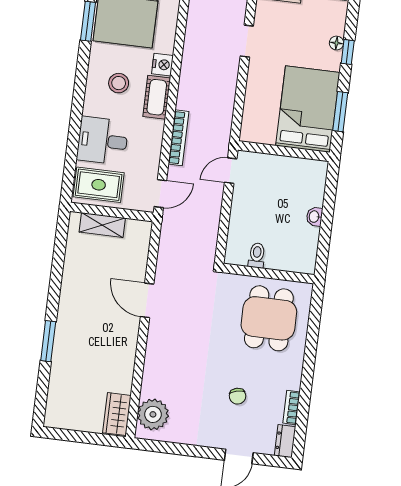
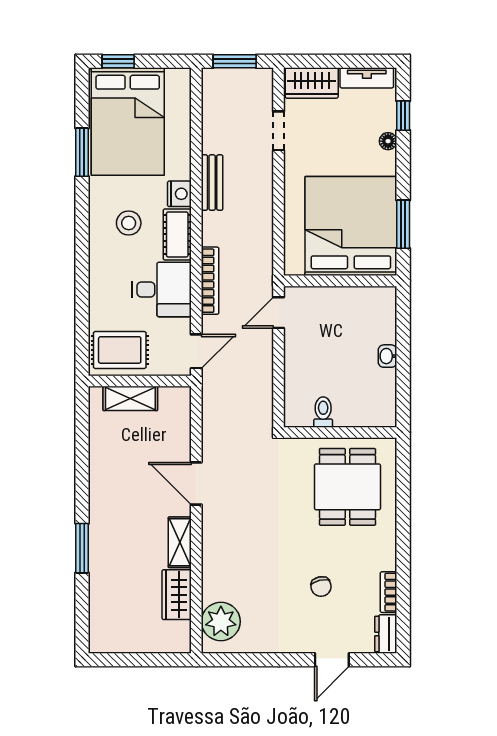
doorway: (247, 41) -> (279, 131), moved
window: (348, 52) -> (403, 116), moved
bench: (190, 59) -> (212, 183), added
bed: (308, 109) -> (351, 226), width x1.36
desk: (103, 141) -> (162, 289), moved, turned 180
shelving: (128, 346) -> (180, 542), added
wardrobe: (117, 414) -> (177, 595), moved

